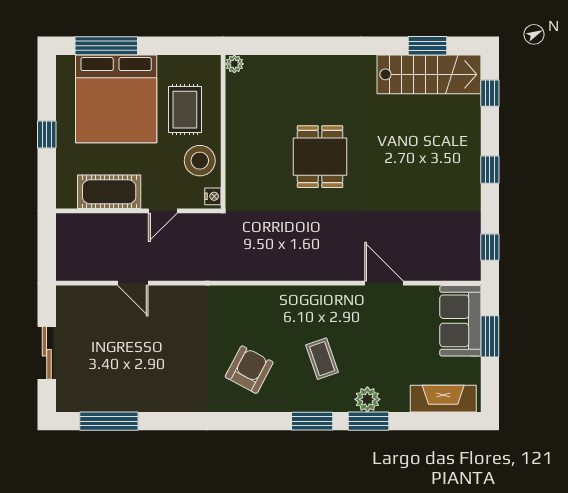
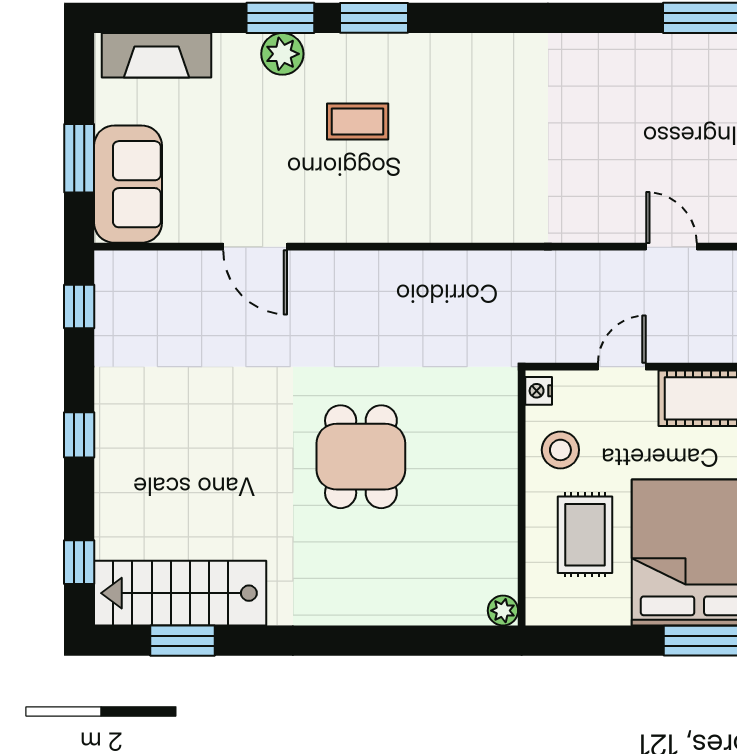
stool: (200, 161) -> (560, 450), width x0.73, depth x0.73
coffee table: (322, 359) -> (358, 121), turned -71
armchair: (249, 370) -> (479, 103), removed

